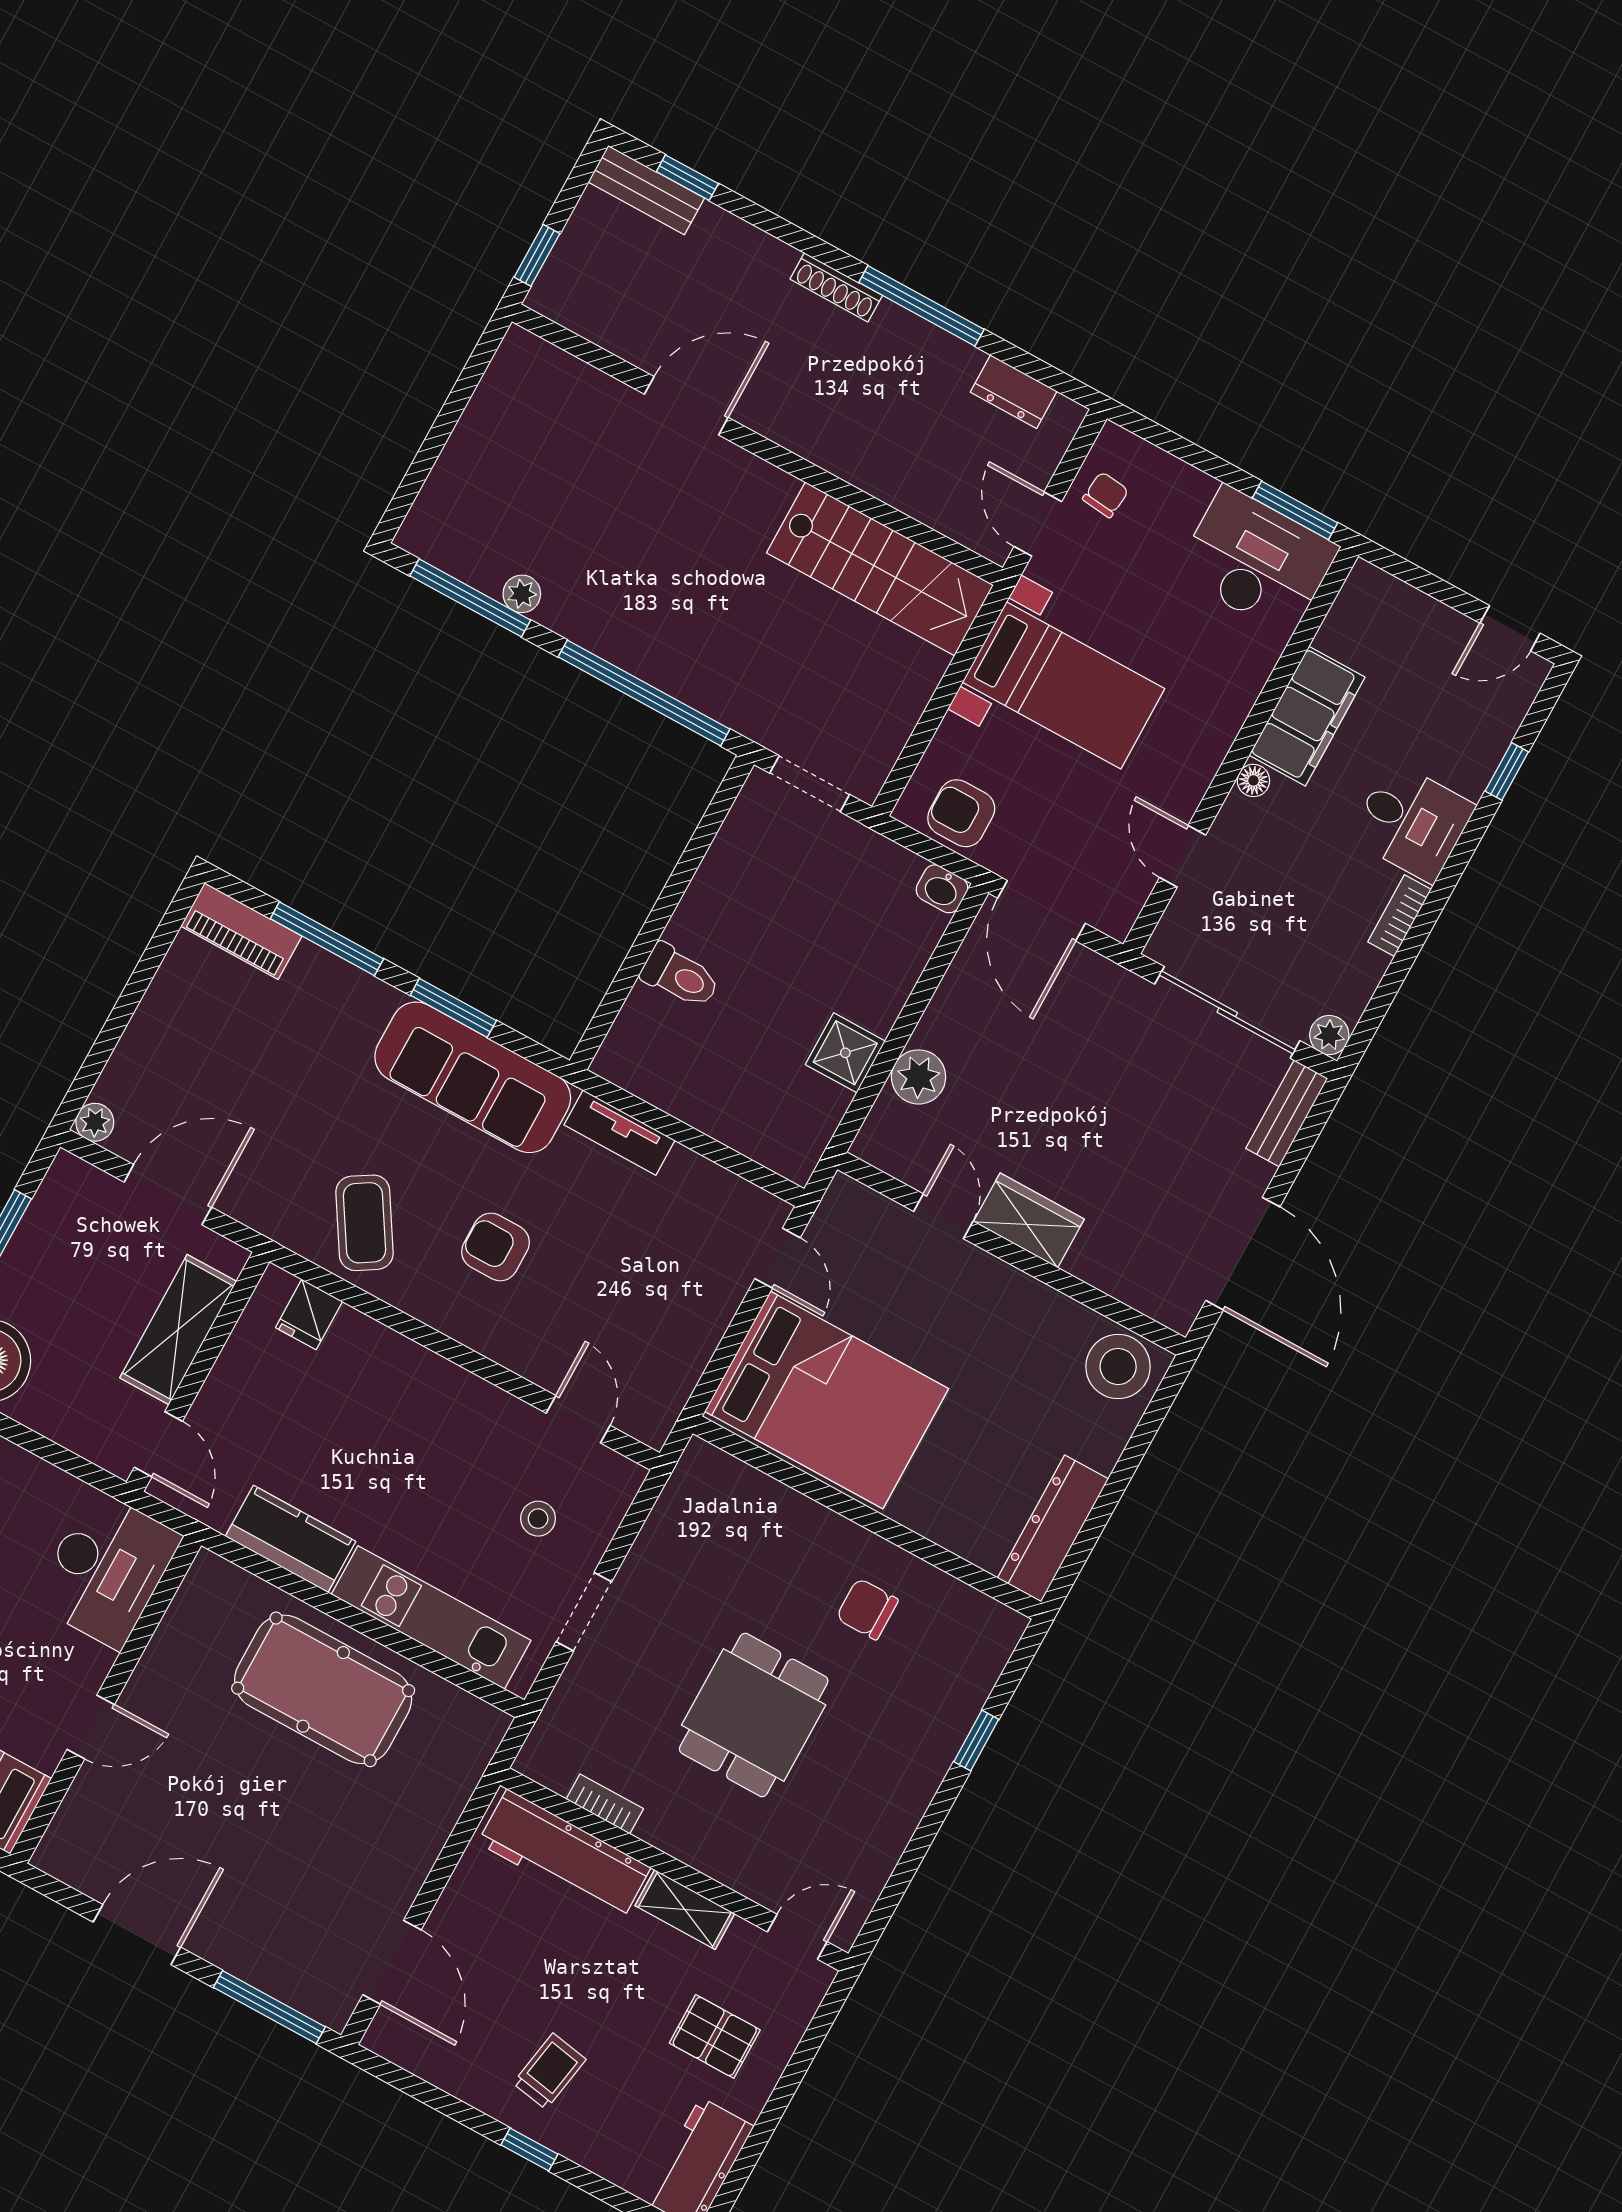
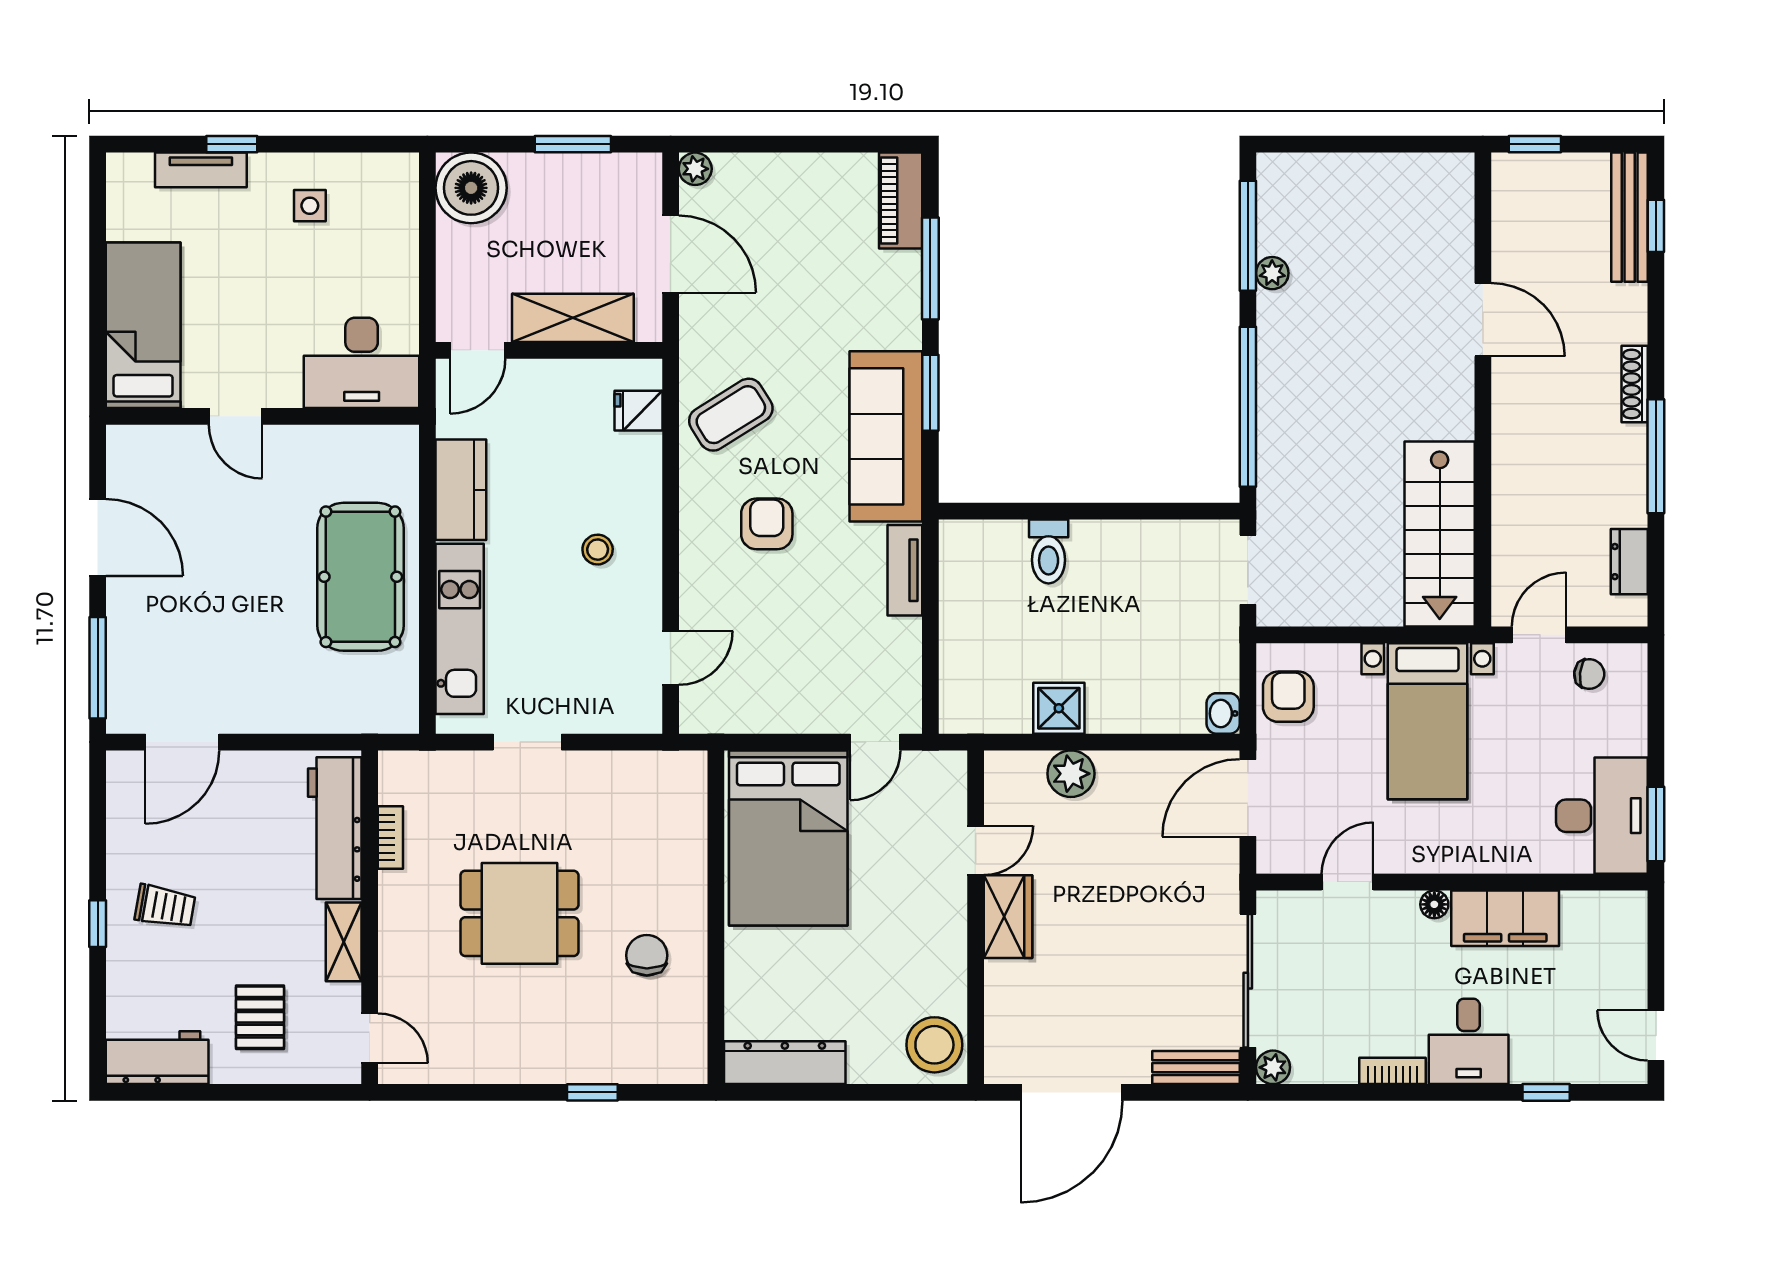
bench: (646, 190) -> (1630, 217), width x1.36
stool: (538, 1519) -> (598, 550), moved

